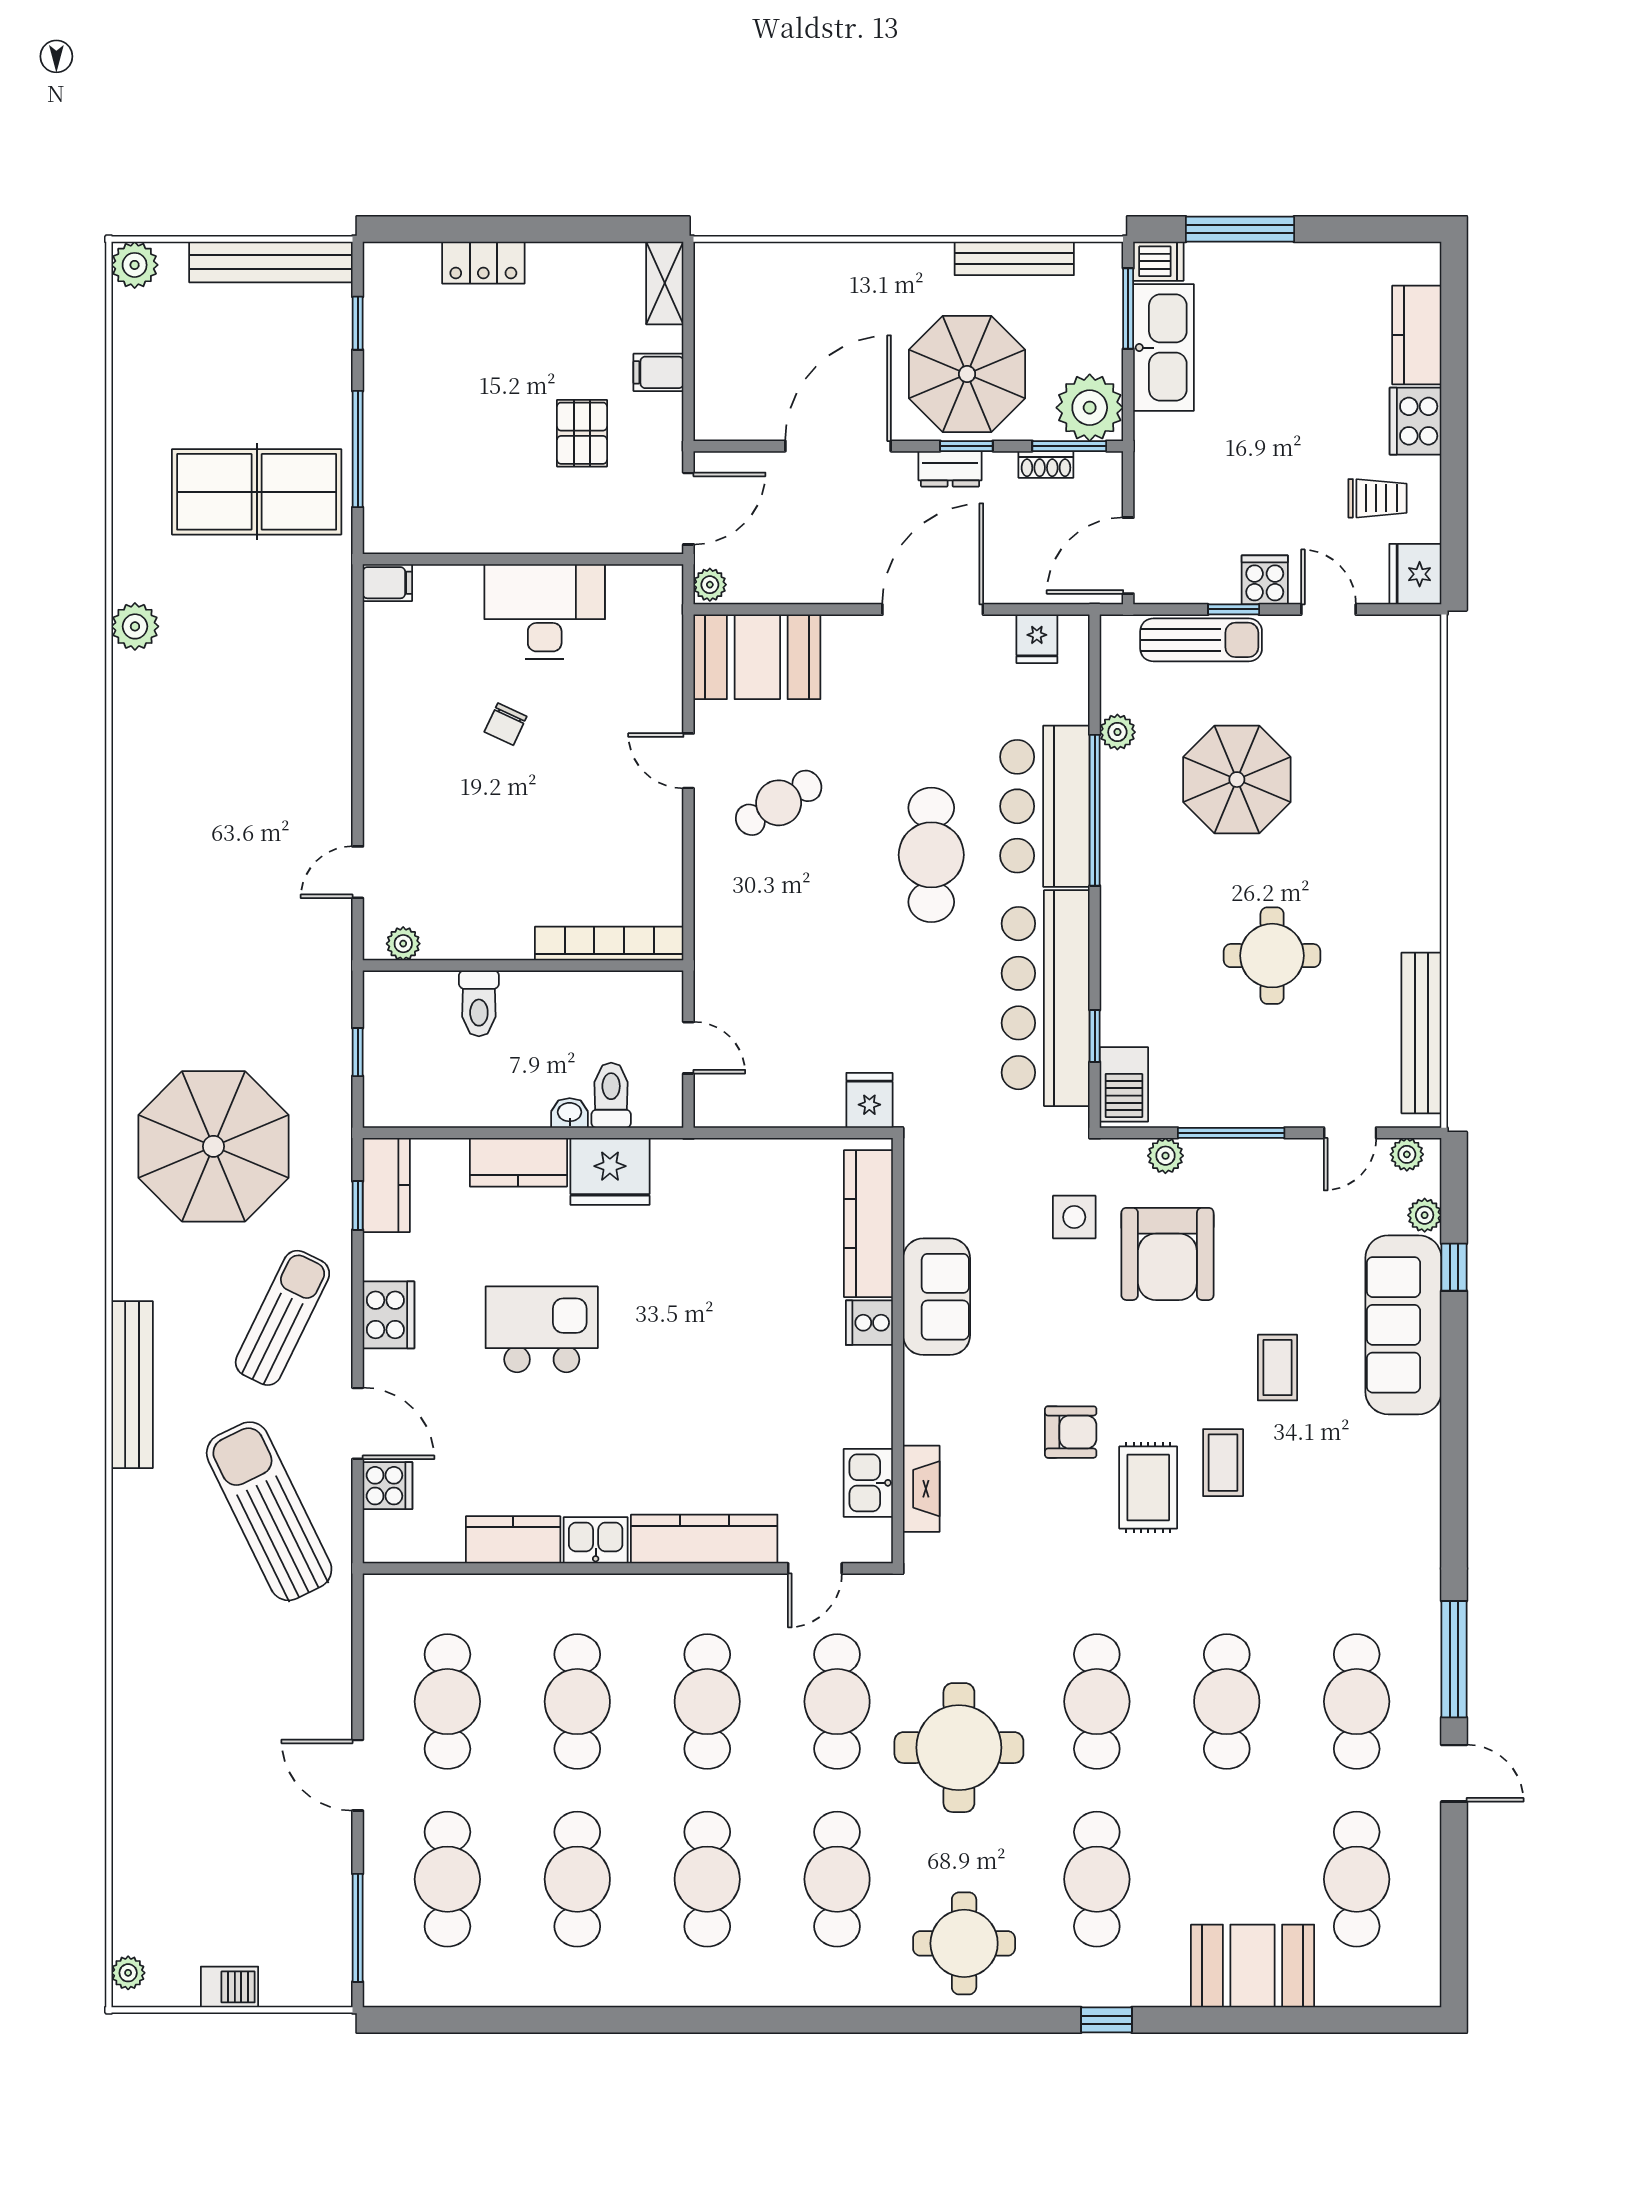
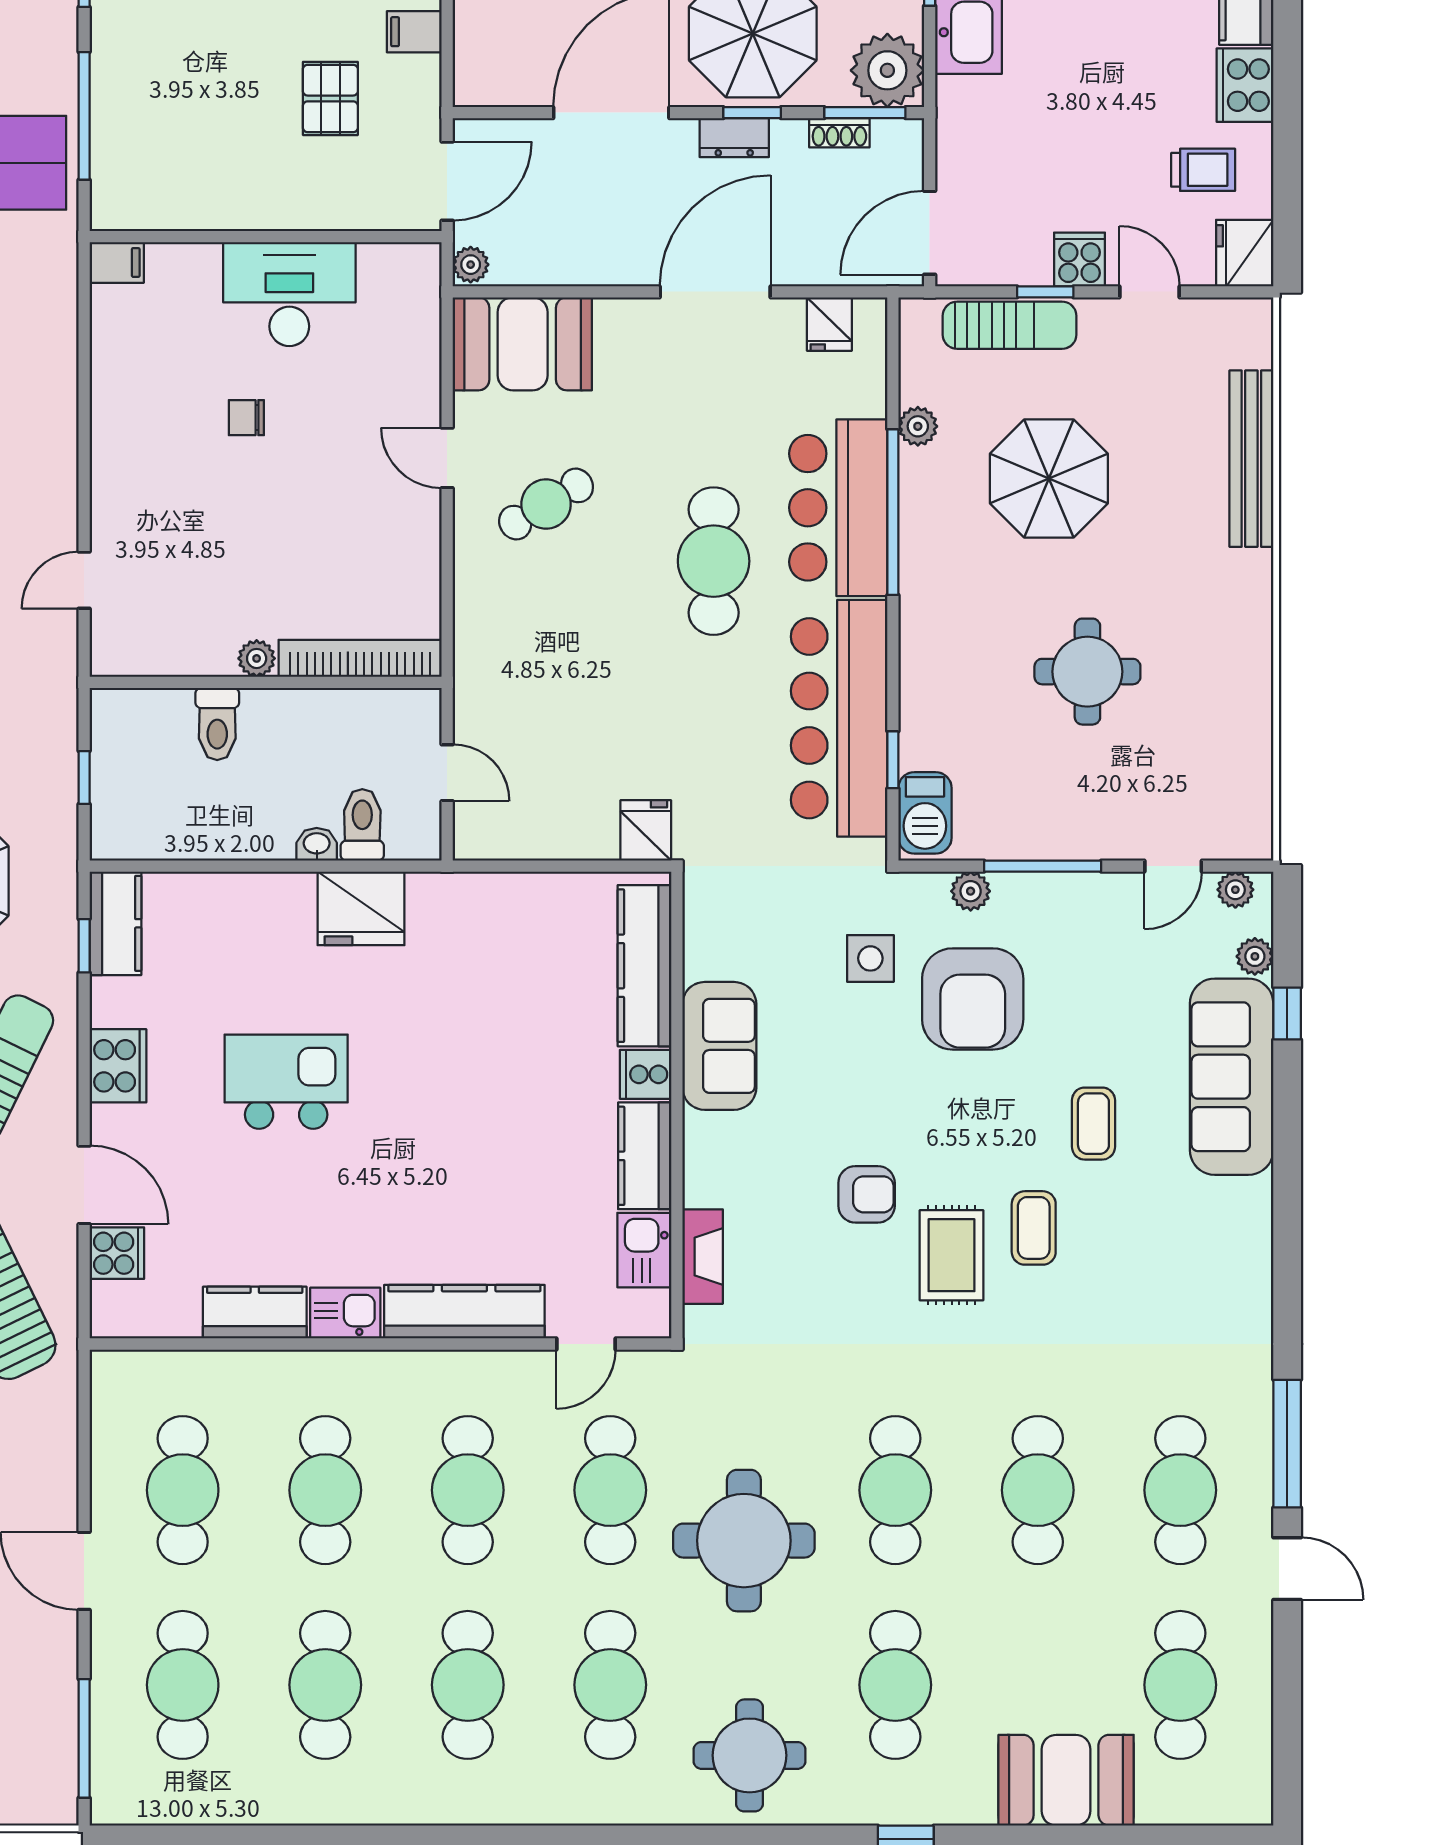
chair: (506, 724) -> (246, 418), turned 65
plant: (403, 944) -> (257, 658), moved
bench: (1421, 1033) -> (1251, 459), moved
kitchen counter: (518, 1162) -> (645, 1156), moved, turned 90

